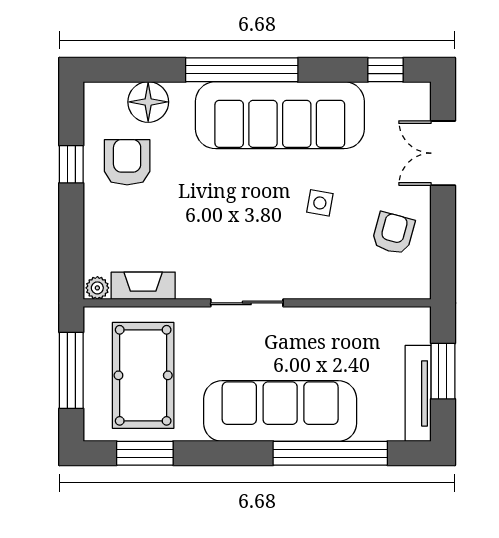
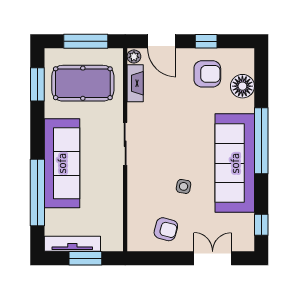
door: (71, 240) -> (162, 41), added

